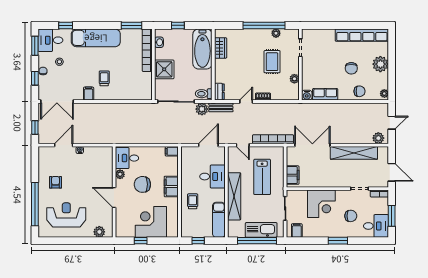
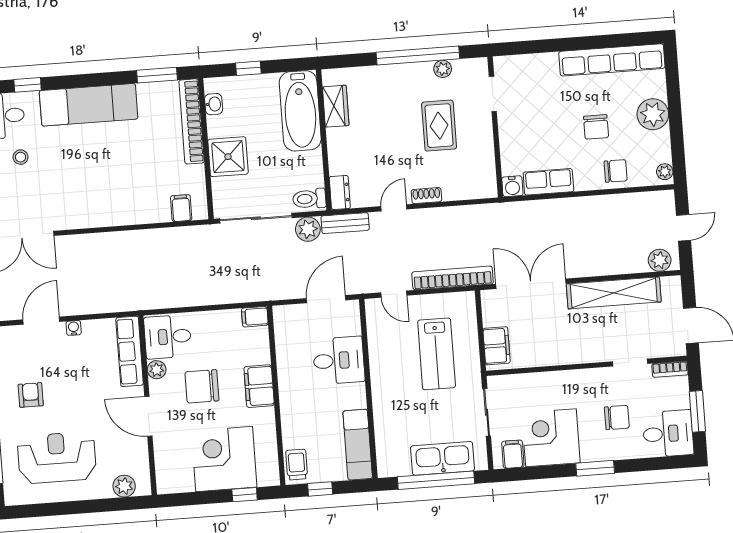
trolley: (104, 78) -> (111, 183), removed
plant: (294, 79) -> (486, 156), removed
filing cabinet: (89, 94) -> (181, 208), moved
row of seats: (107, 164) -> (130, 351), added
shelving: (234, 196) -> (384, 396), removed
trolley: (193, 201) -> (297, 465), moved
corner desk: (321, 204) -> (551, 438), moved, turned 180
window: (141, 241) -> (245, 495), moved

